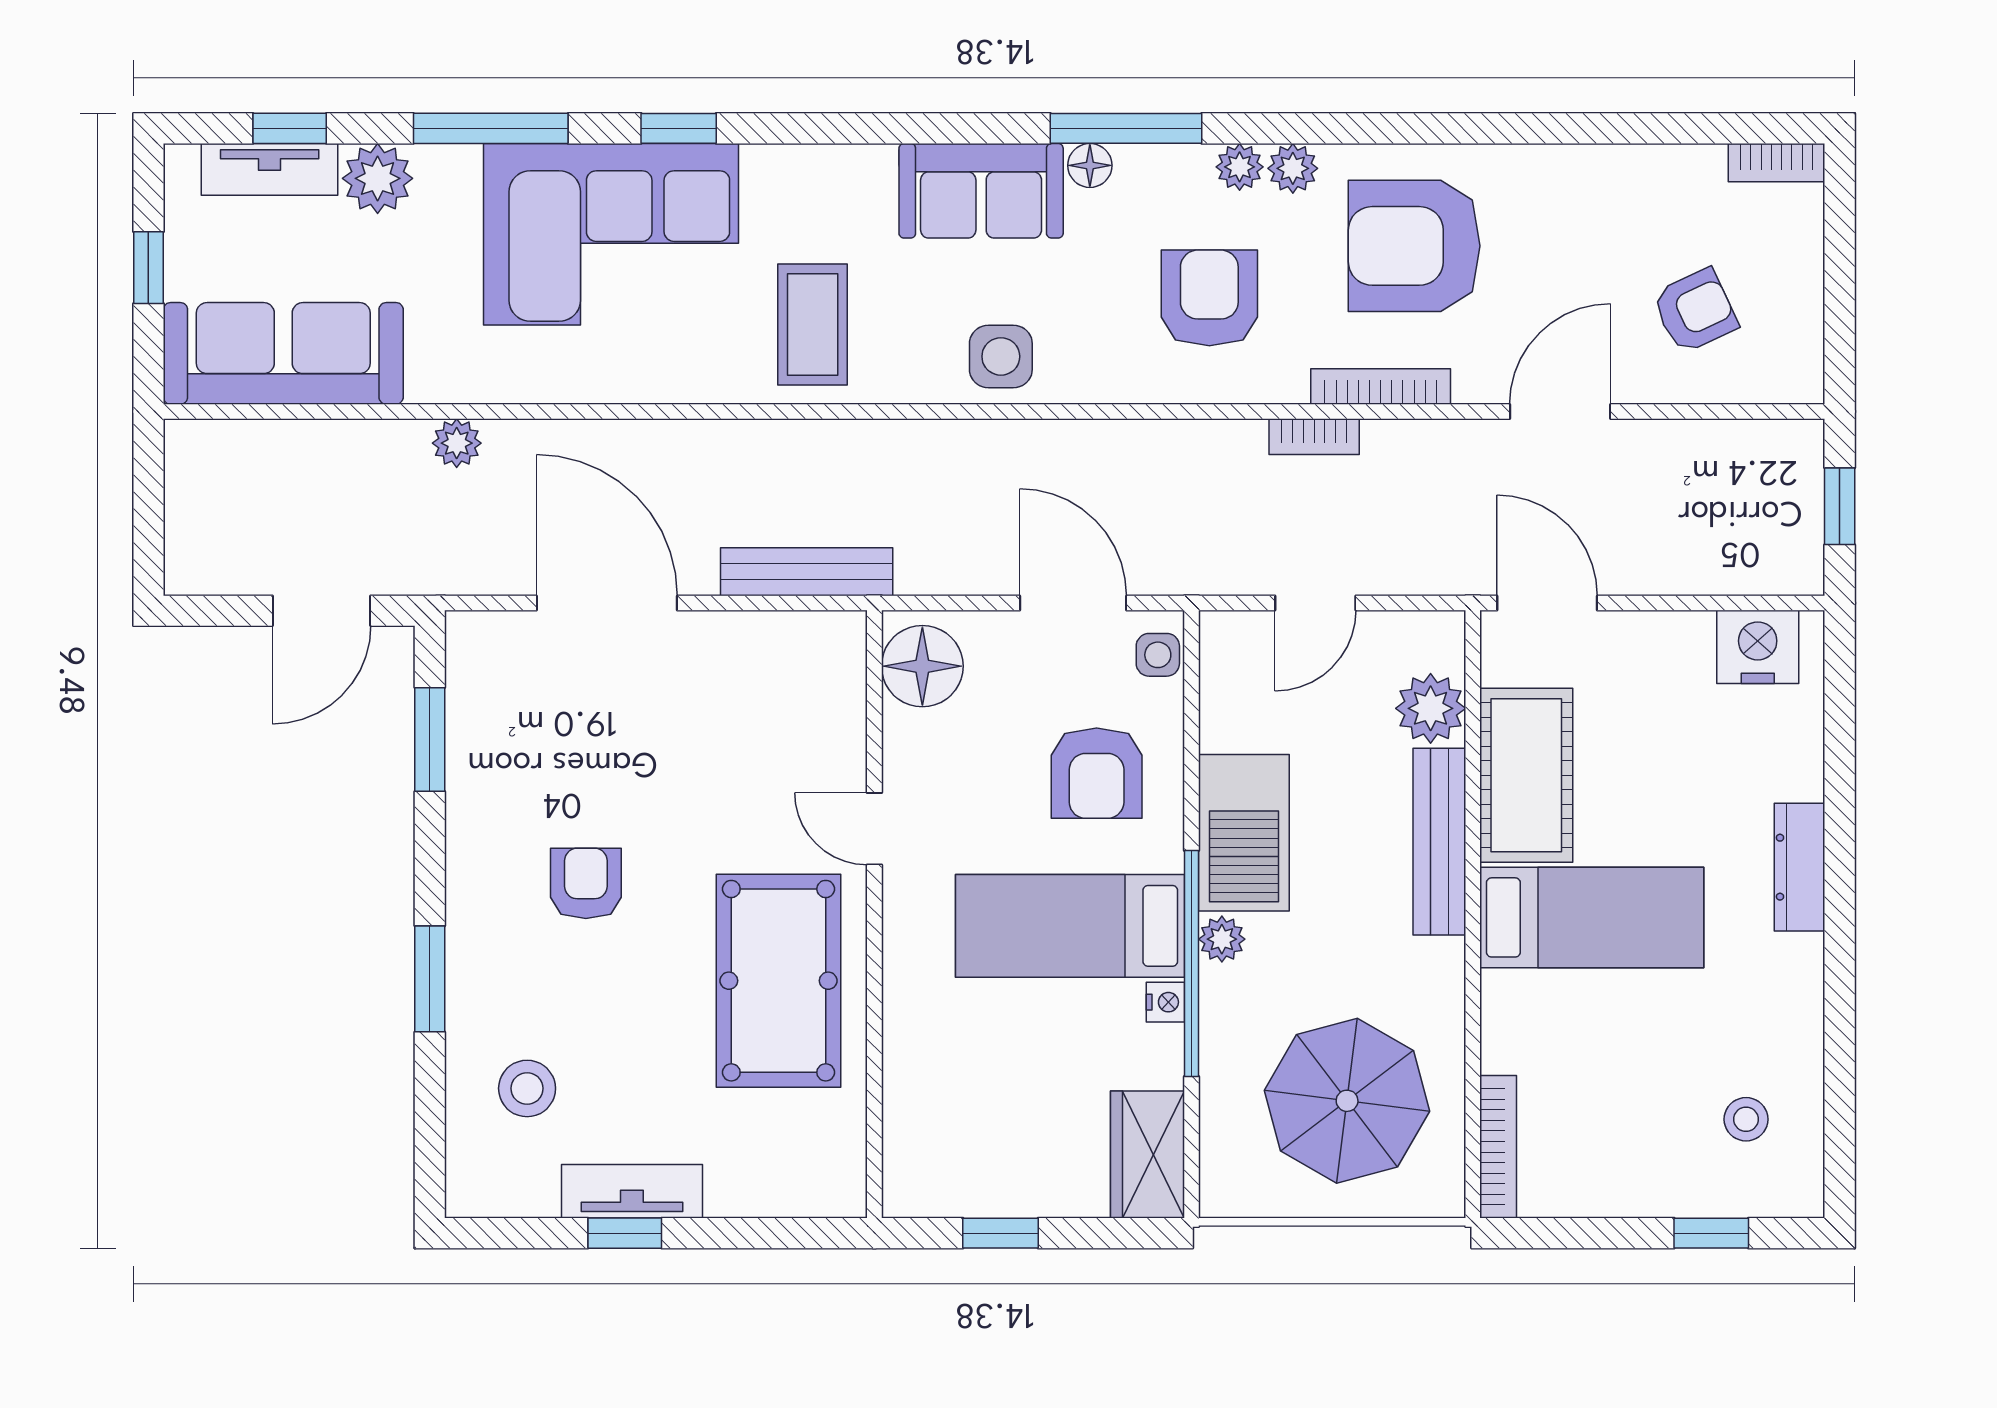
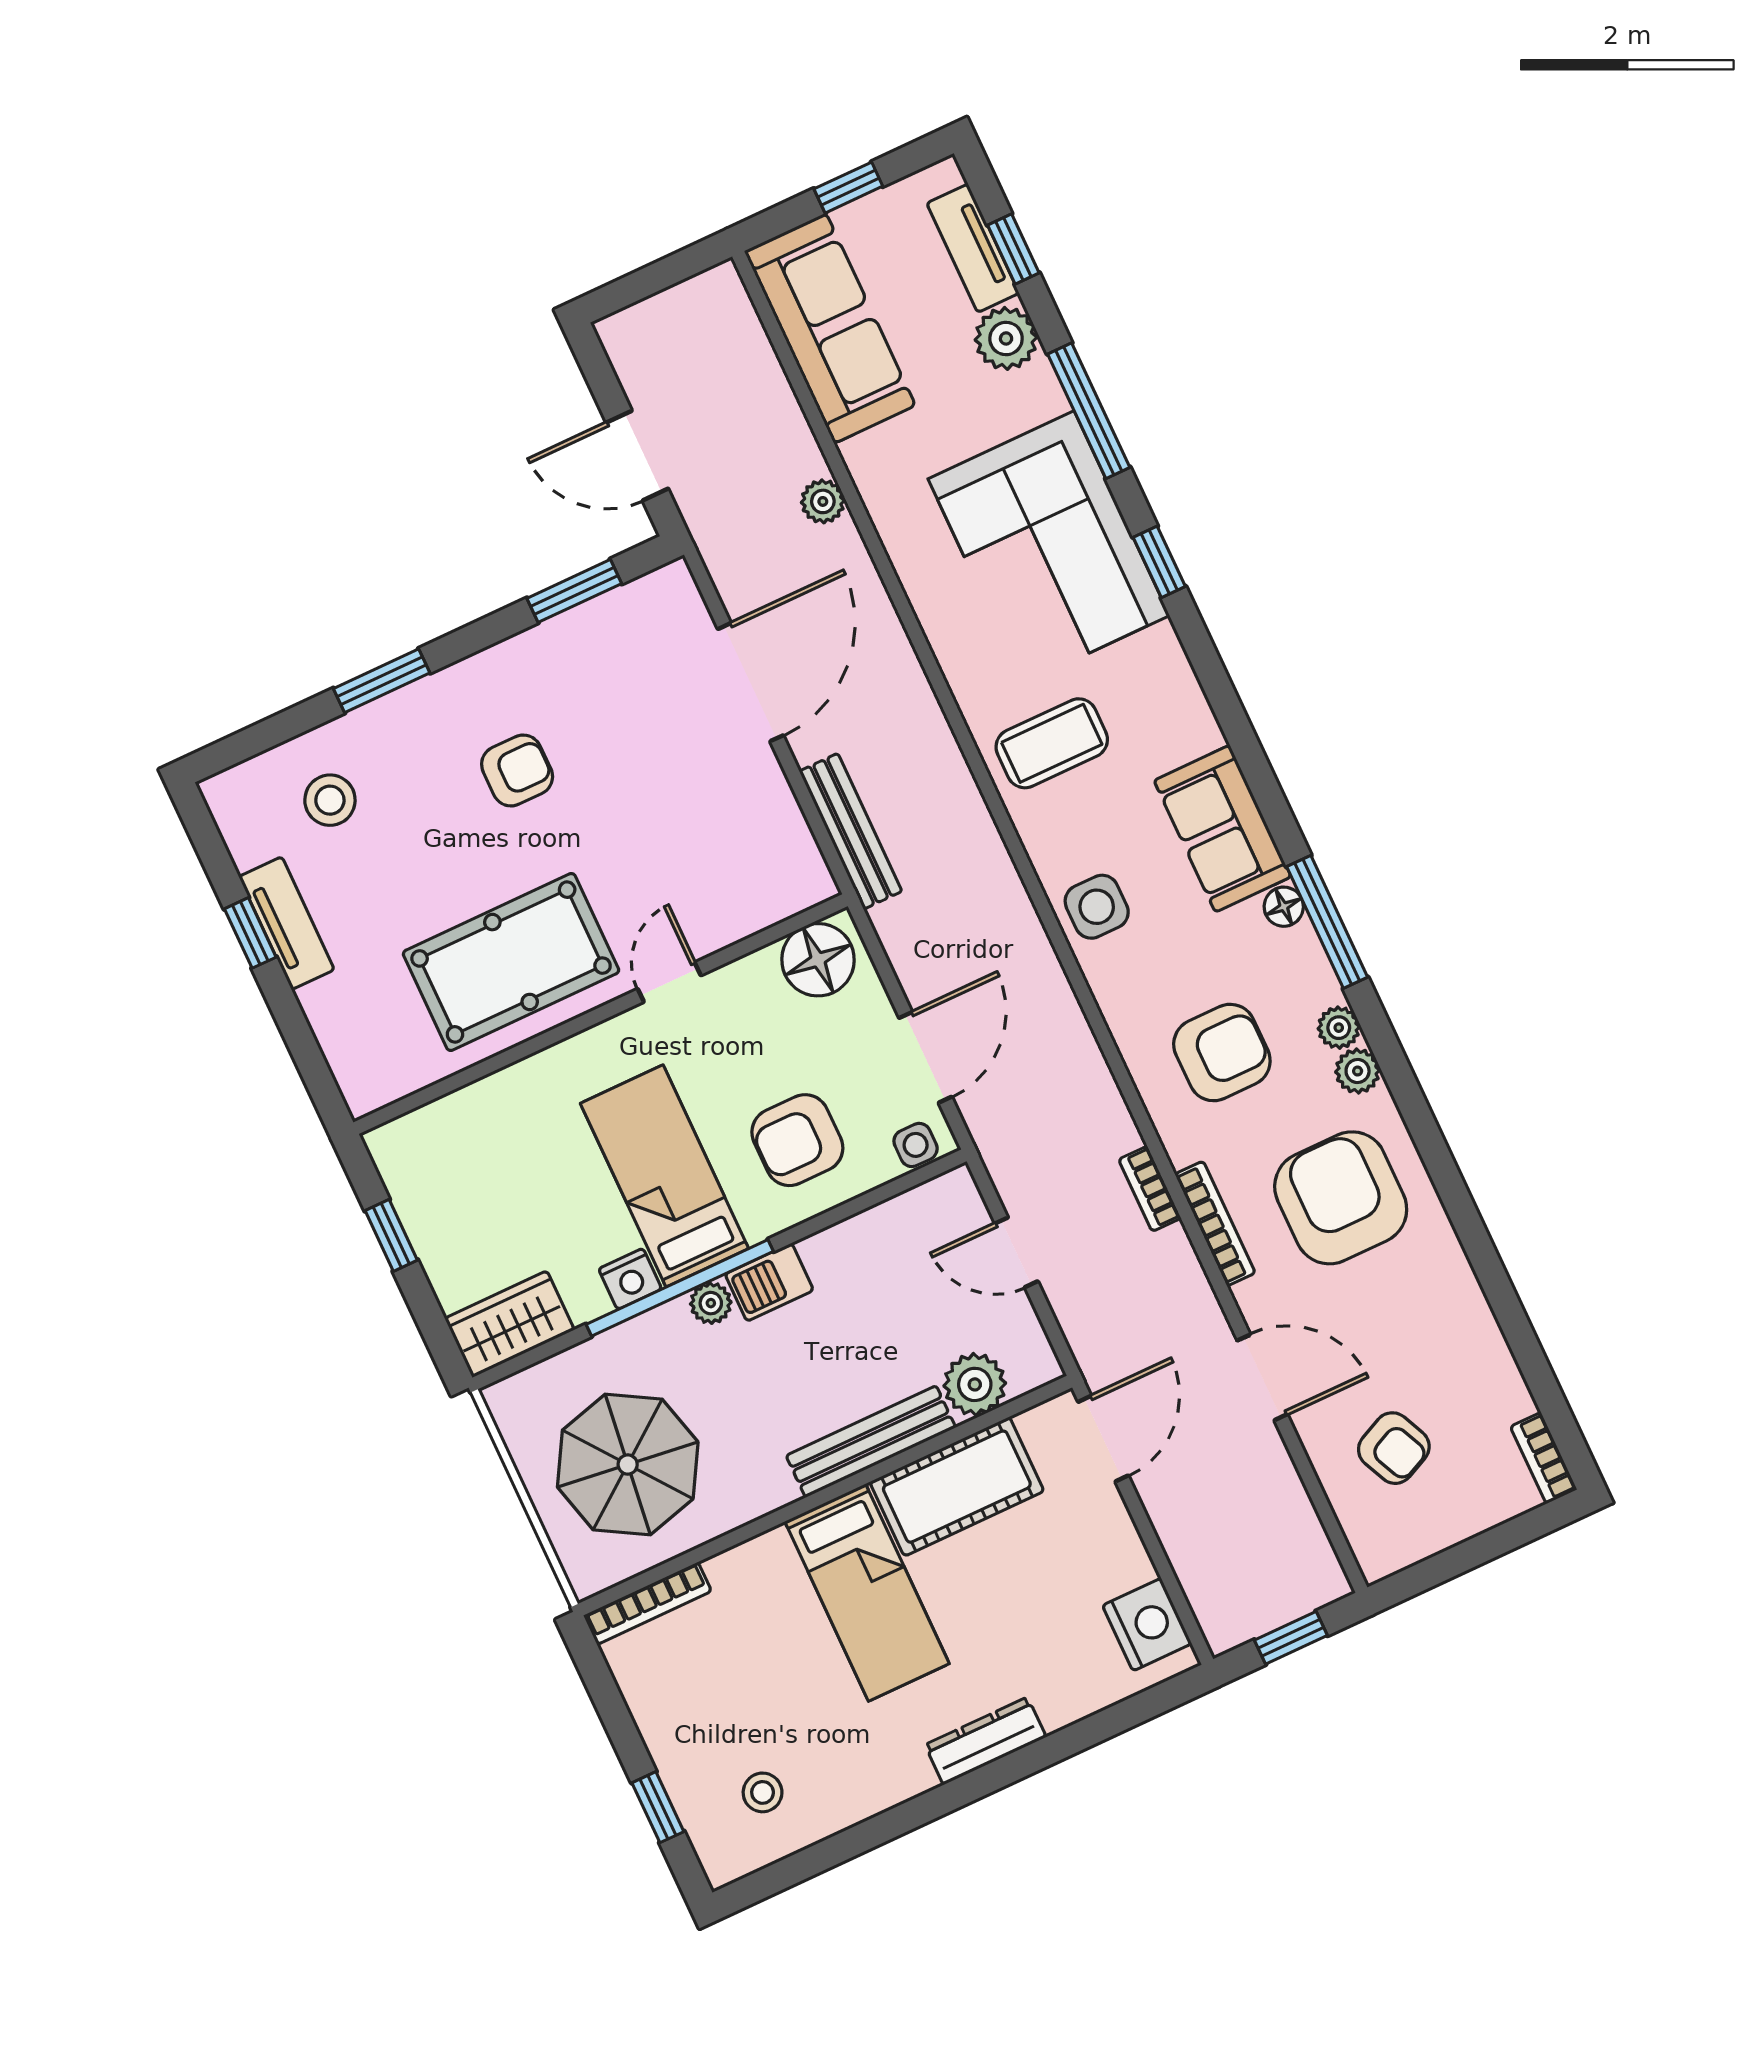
barbecue: (1244, 833) -> (769, 1282), width x0.53, depth x0.65
nightstand: (1165, 1002) -> (630, 1279), width x1.39, depth x1.35

